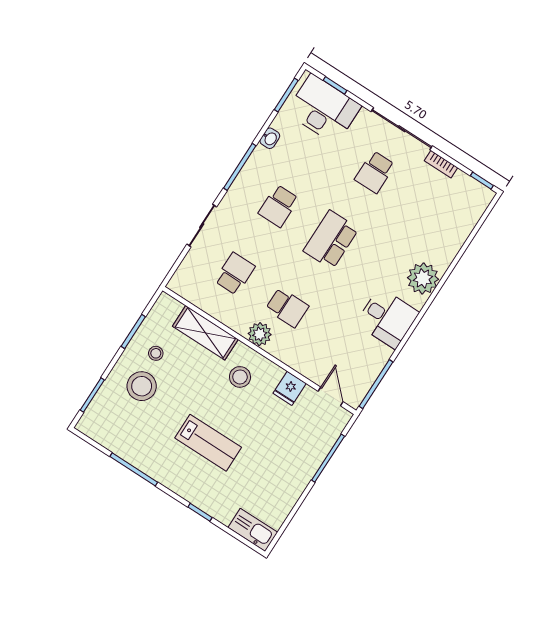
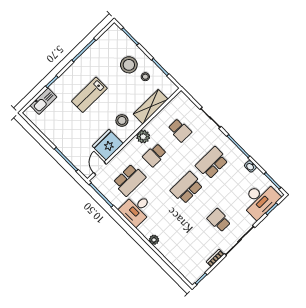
school desk: (279, 206) -> (212, 163), width x1.85
school desk: (331, 240) -> (187, 188), turned -90
plant: (423, 278) -> (154, 240), width x0.53, depth x0.53
school desk: (339, 341) -> (129, 180), added
fridge: (290, 388) -> (108, 145), width x1.88, depth x1.34
door: (331, 397) -> (100, 168), swing flipped
kitchen sink: (253, 530) -> (43, 101), moved

